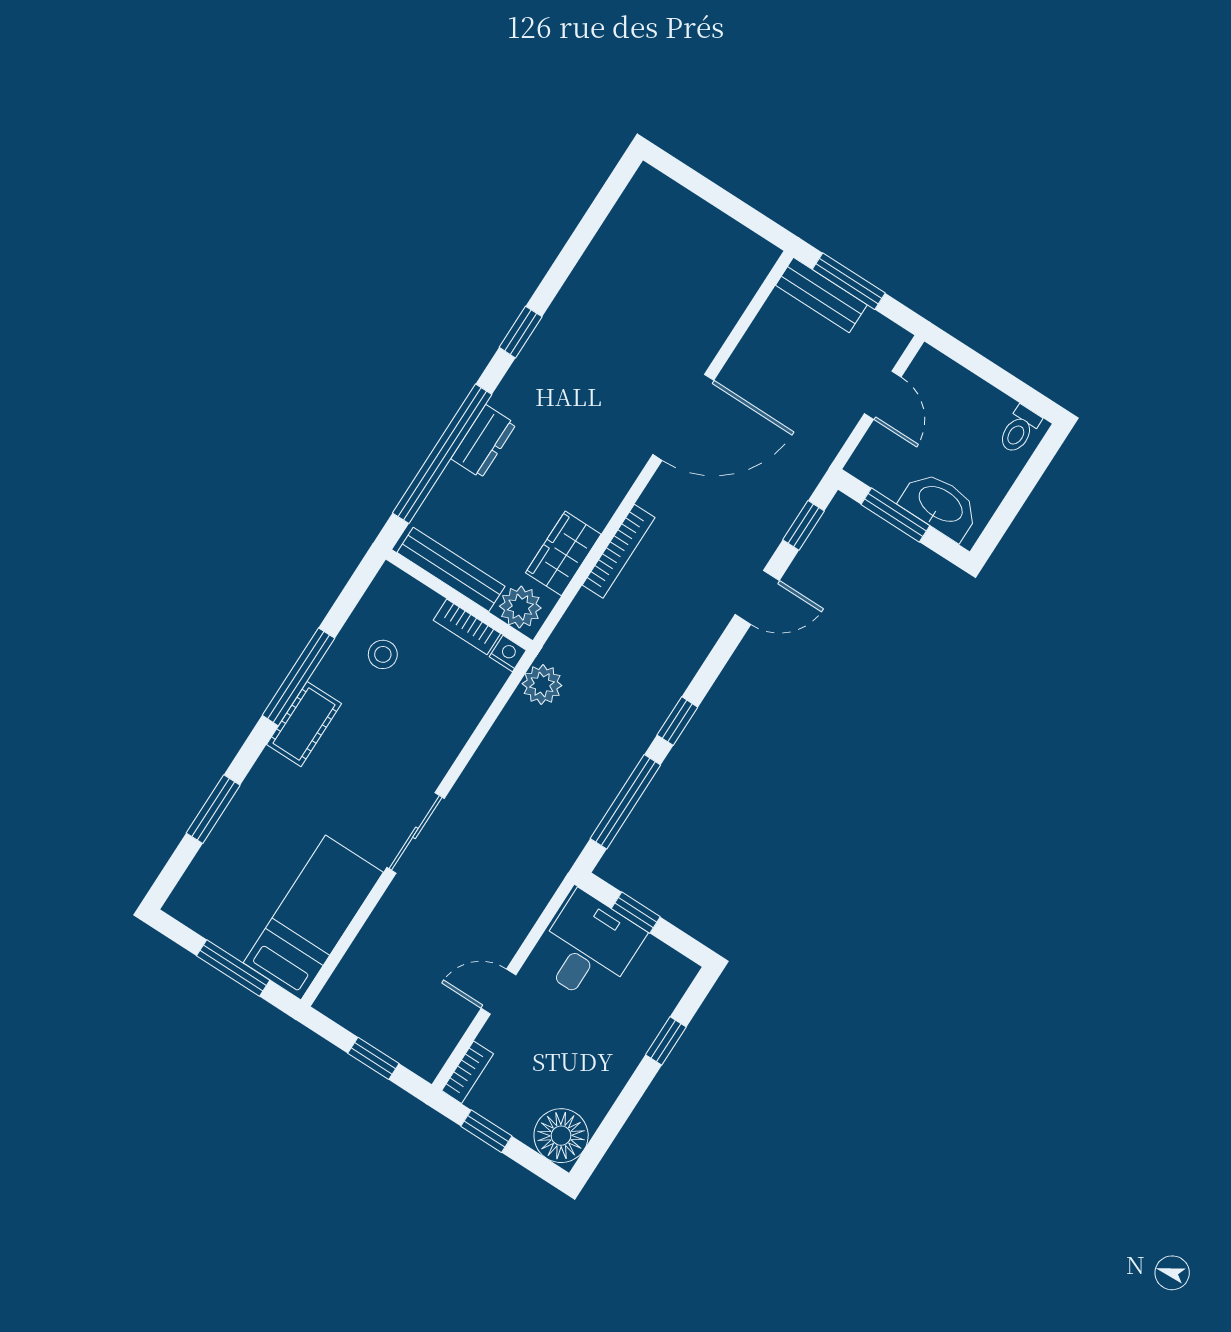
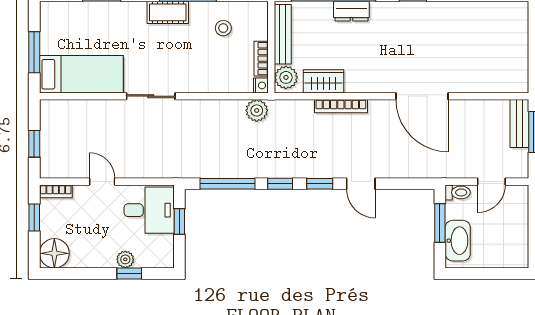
toilet: (1019, 430) -> (458, 192), moved, turned 180
window: (804, 525) -> (320, 184), moved
plant: (641, 1033) -> (125, 259), added

